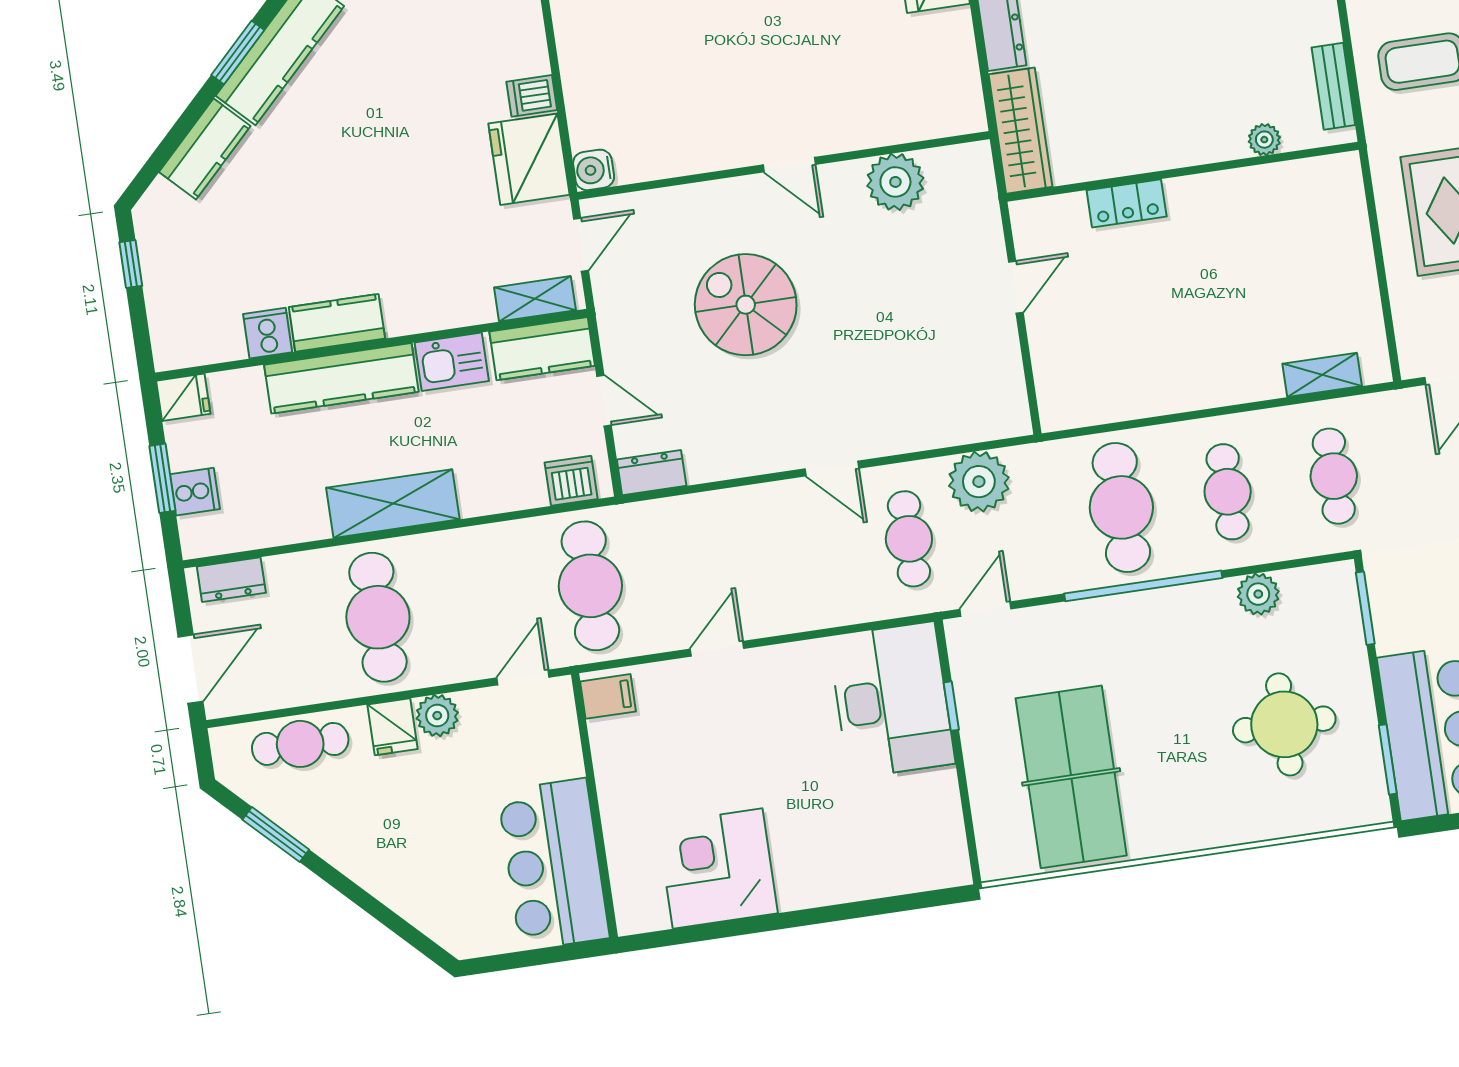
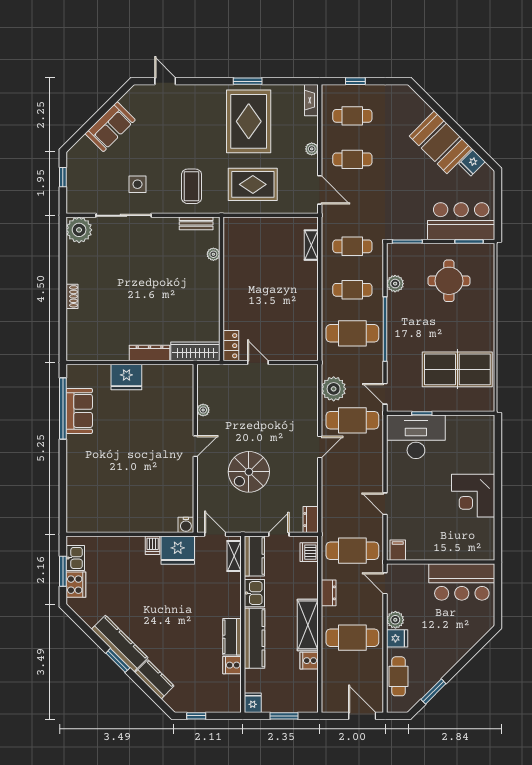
plant: (895, 182) -> (203, 410), width x0.53, depth x0.53
locker: (1127, 203) -> (231, 346), moved
cooker: (195, 492) -> (309, 661), moved, turned -90
cafe table: (909, 539) -> (352, 420), width x1.37, depth x1.35
dresser: (231, 580) -> (329, 593), moved
corner desk: (718, 868) -> (473, 496), moved

